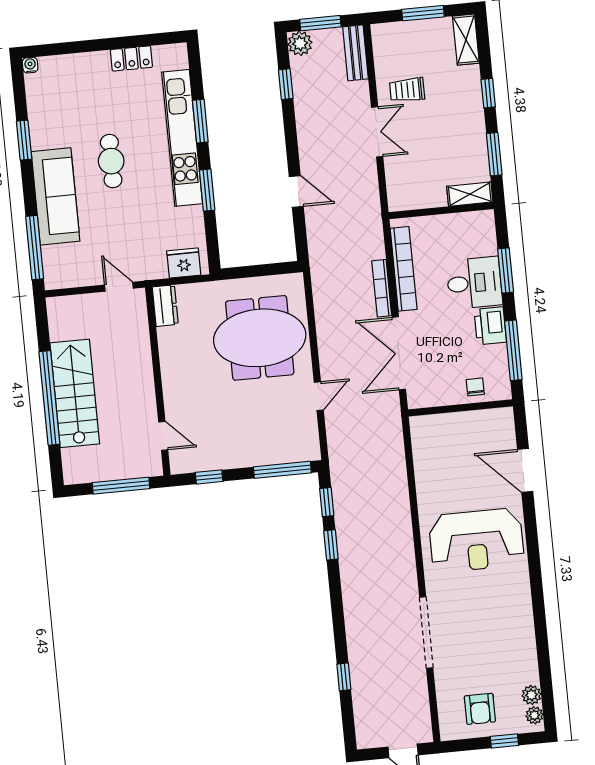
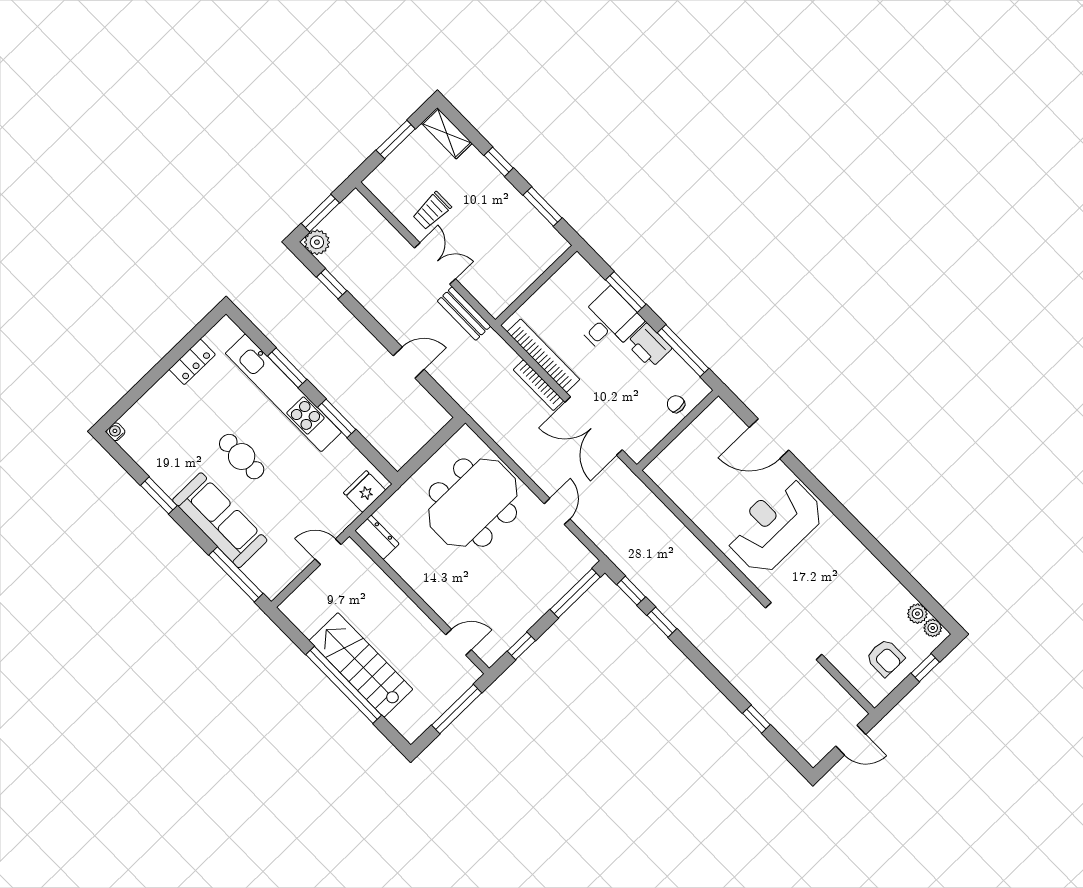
bench: (355, 53) -> (464, 314), moved
shelving: (470, 194) -> (549, 254), removed
reception desk: (476, 540) -> (775, 526), turned 180

